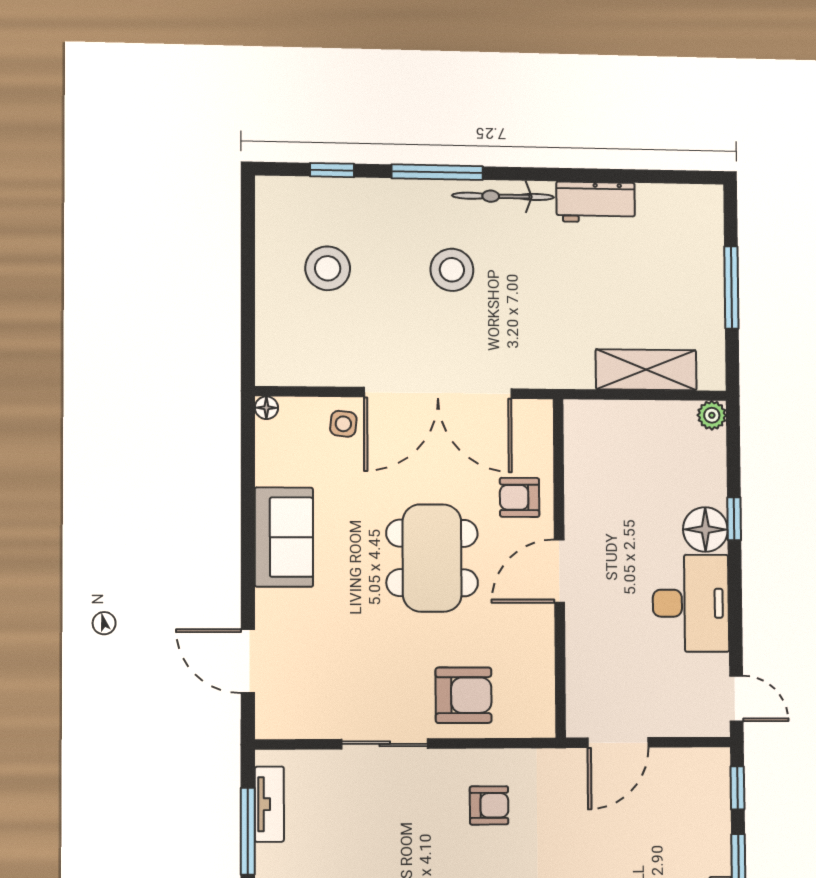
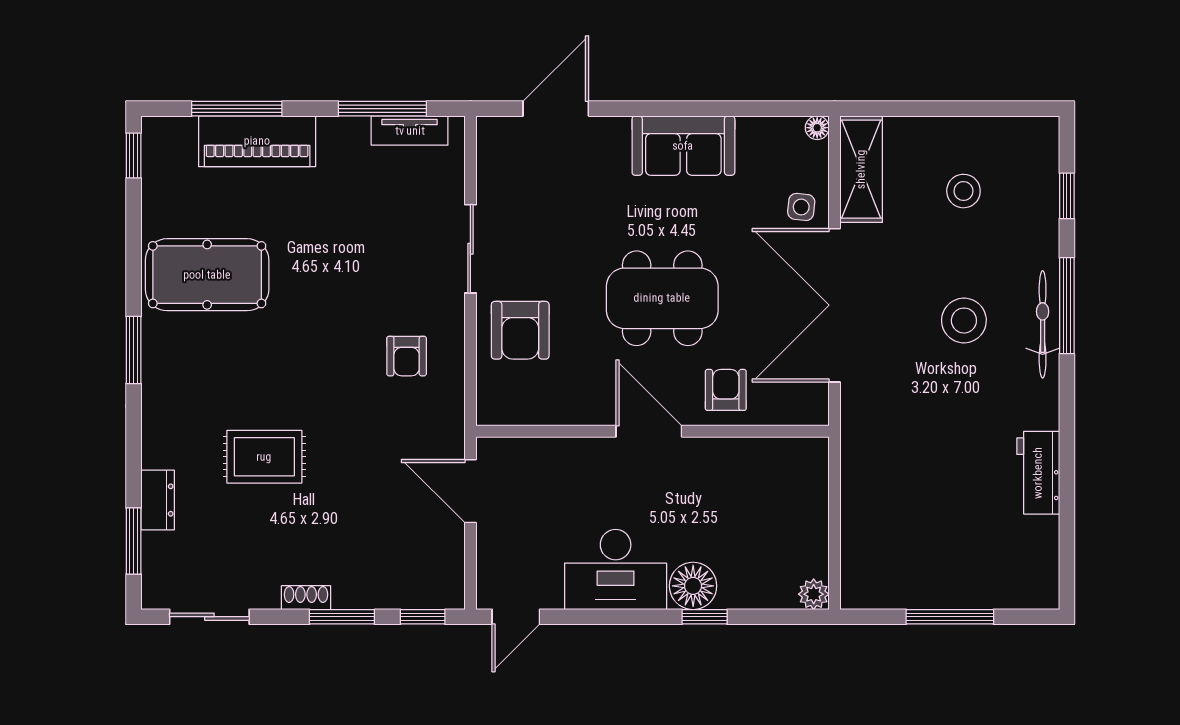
bicycle: (503, 196) -> (1043, 324), moved
stool: (328, 268) -> (963, 191), width x0.73, depth x0.73
shelving: (646, 370) -> (861, 169), moved

